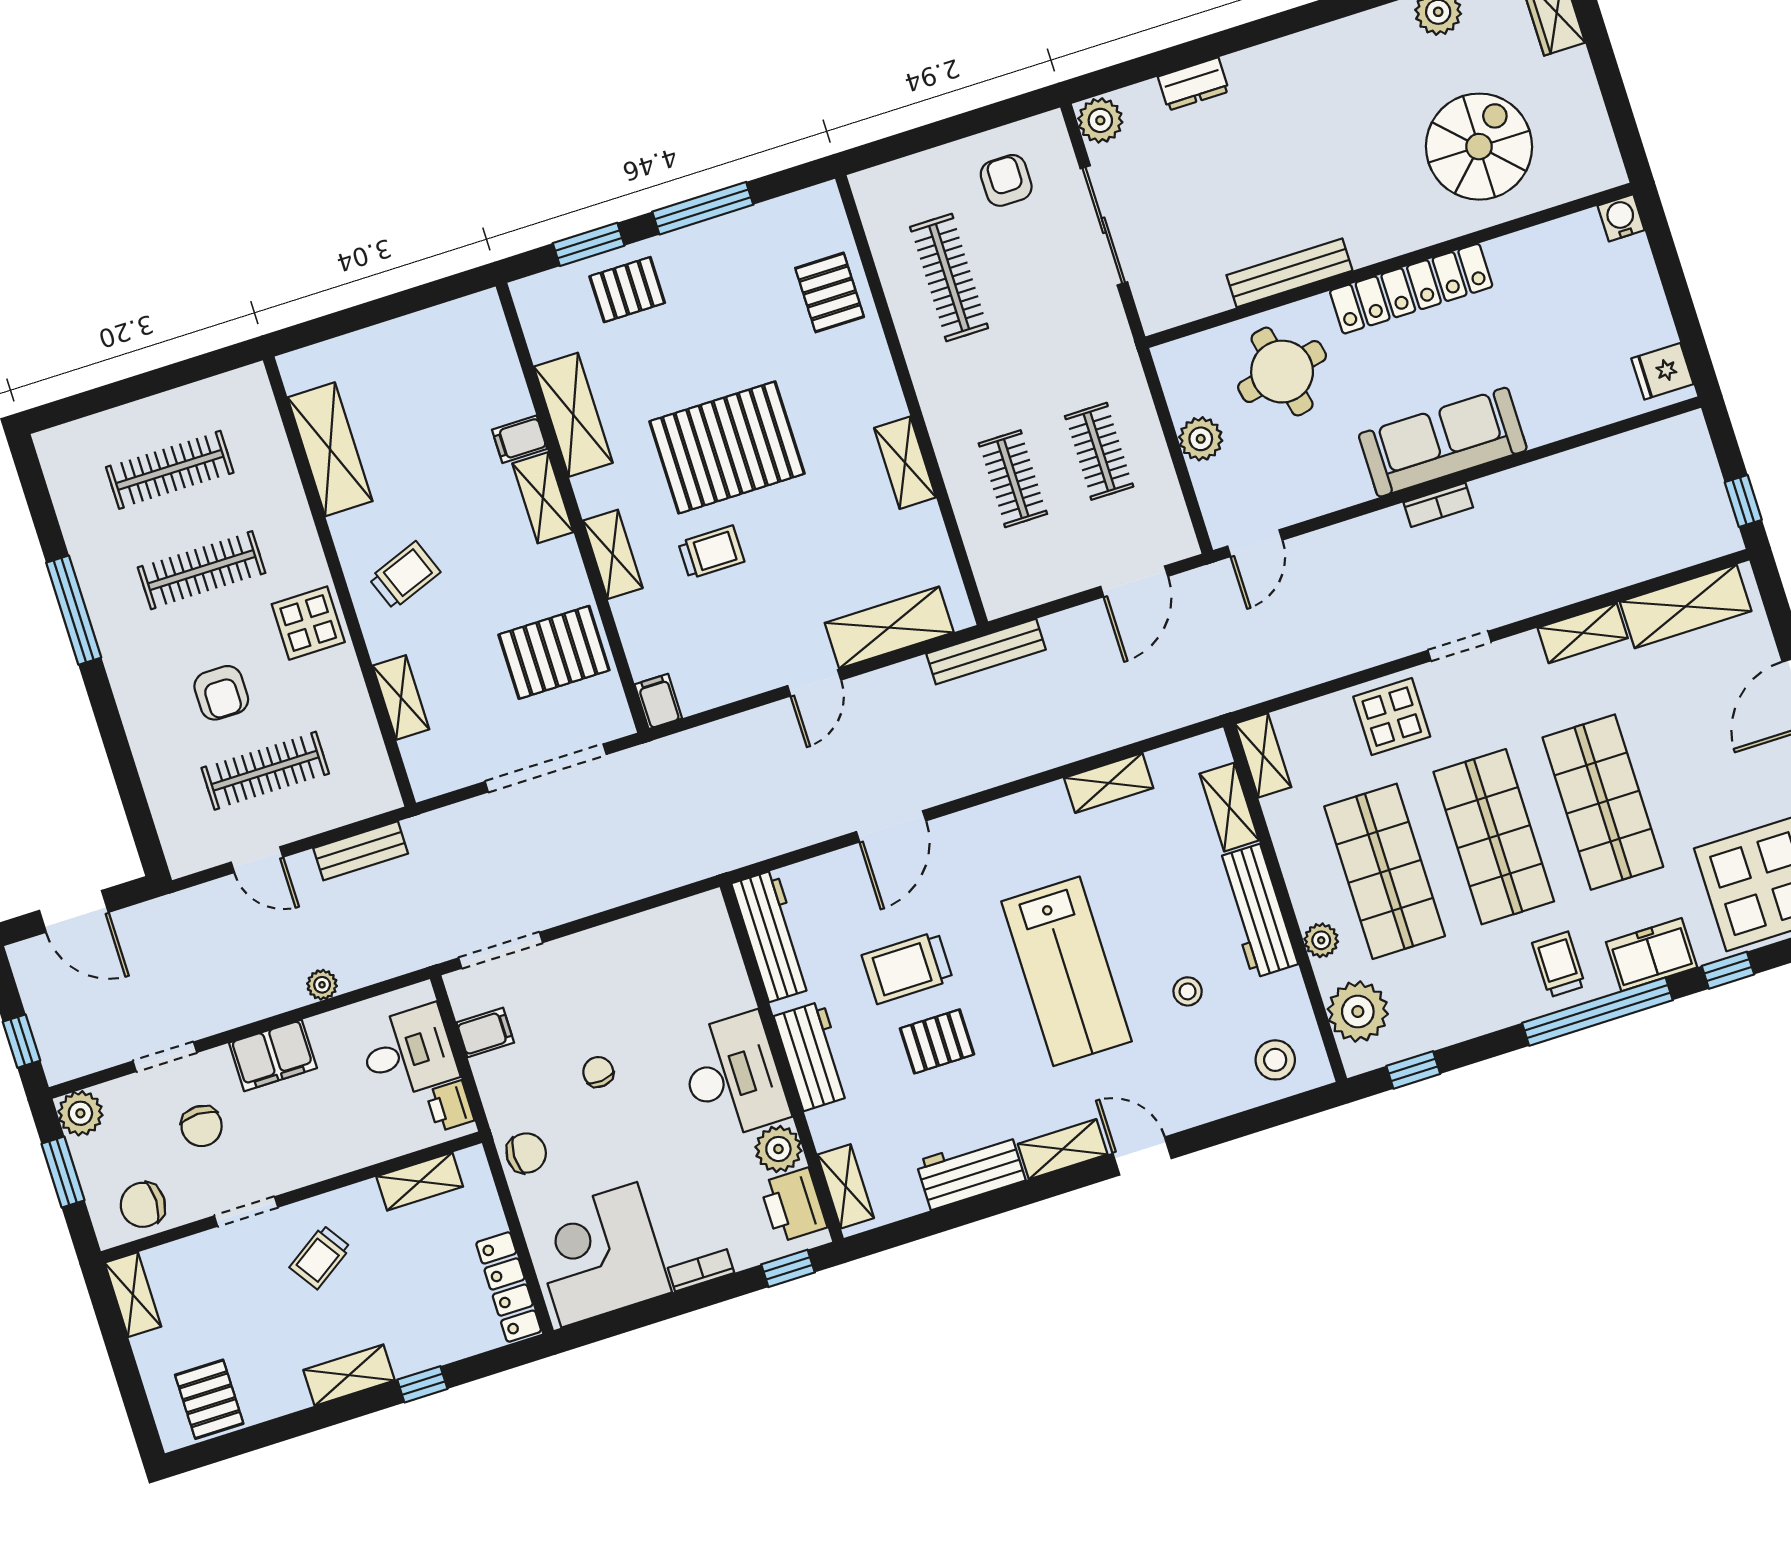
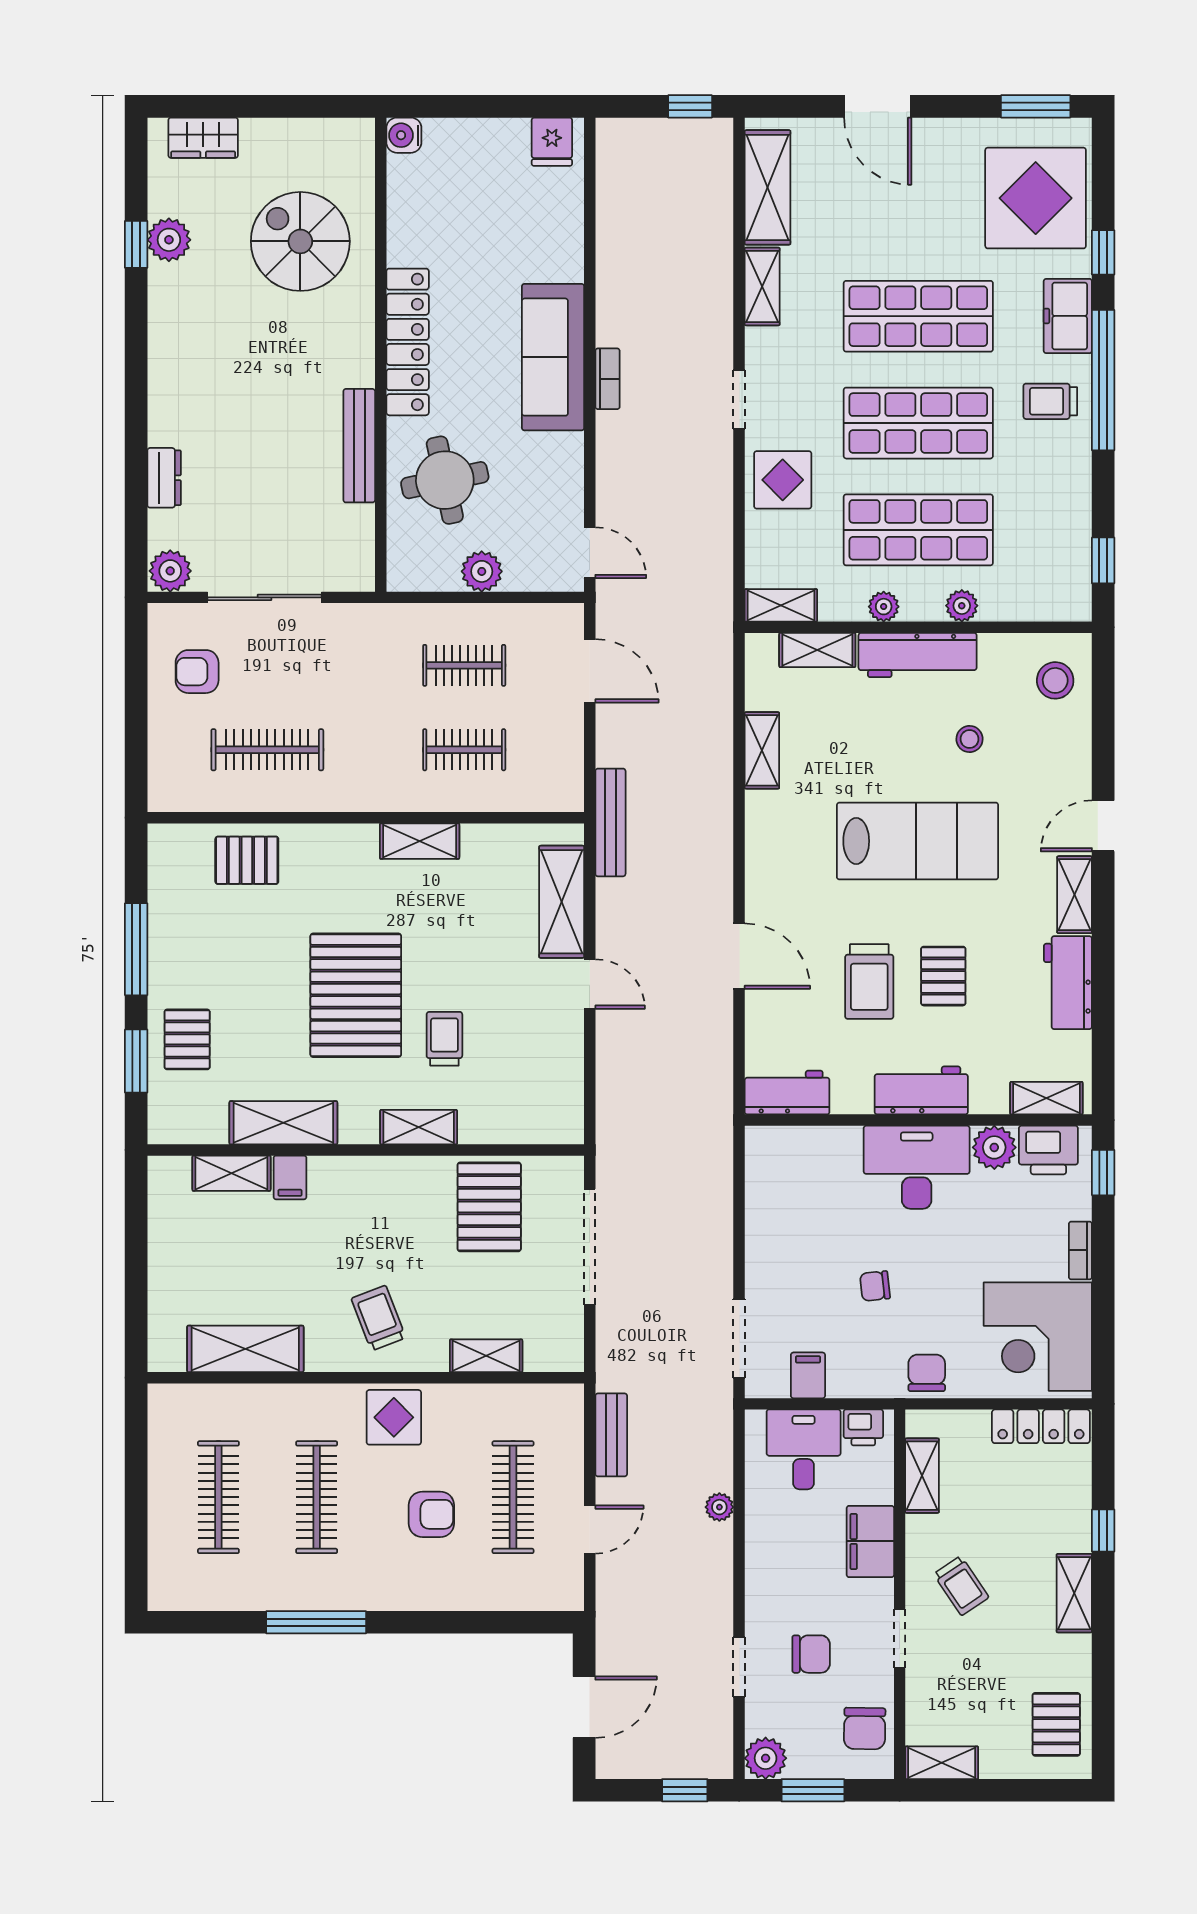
shelving: (543, 498) -> (231, 1173), moved
filing cabinet: (658, 701) -> (562, 1128), removed
workbench: (772, 936) -> (787, 1093), width x0.73
plant: (1358, 1012) -> (884, 607), moved, width x0.53, depth x0.53
filing cabinet: (273, 1055) -> (870, 1541), moved, turned 180
pallet: (209, 1399) -> (1056, 1724), turned 90

